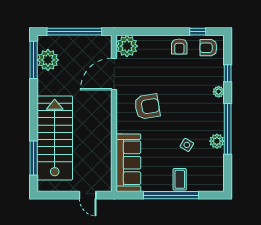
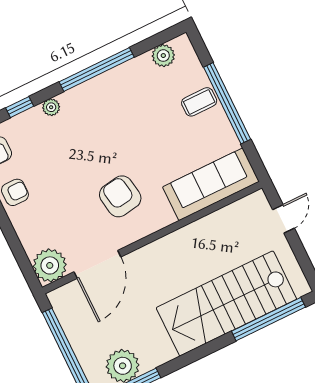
door: (114, 74) -> (97, 264), hinge flipped
plant: (217, 141) -> (163, 56), moved
side table: (187, 145) -> (147, 115), removed
window: (34, 158) -> (268, 319), width x1.46

